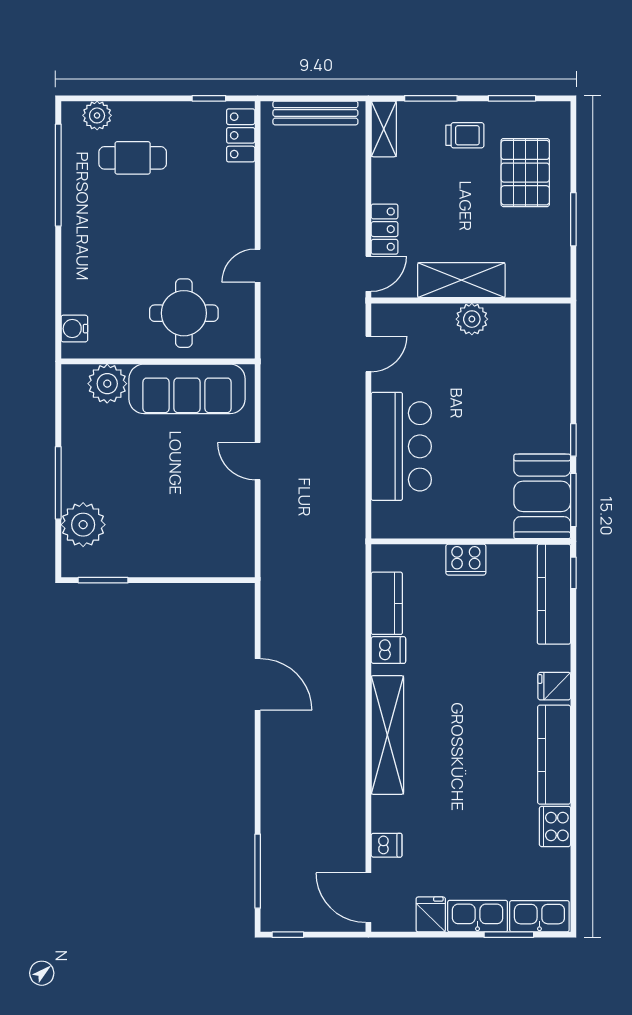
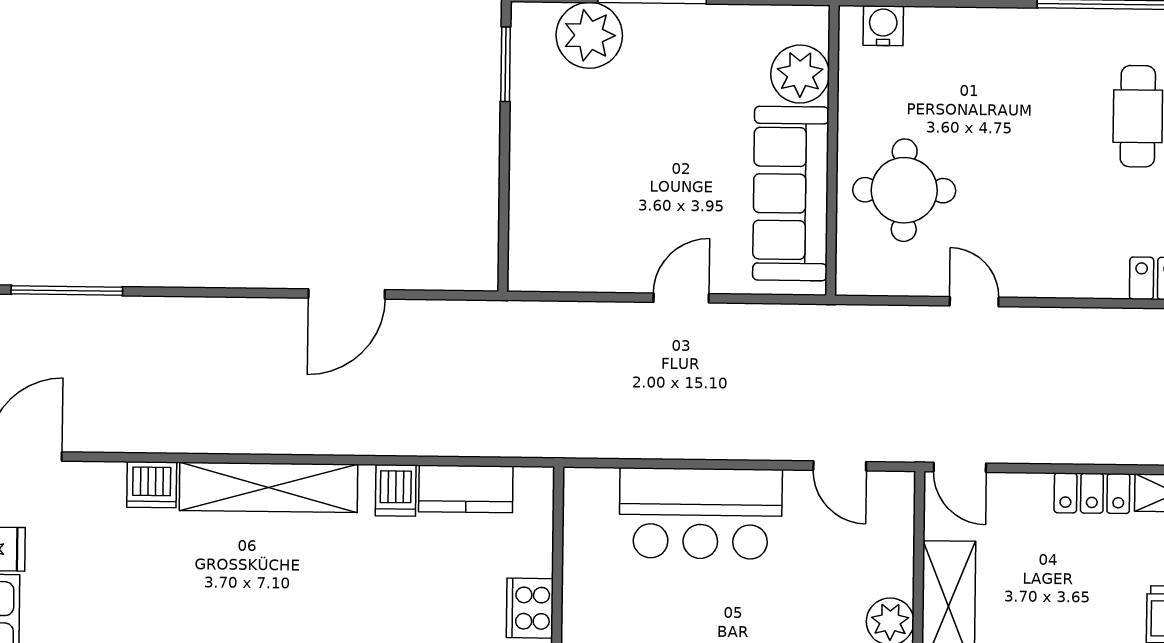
locker: (385, 229) -> (1092, 493), moved
dishwasher: (387, 845) -> (152, 485), moved, width x1.38

